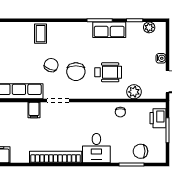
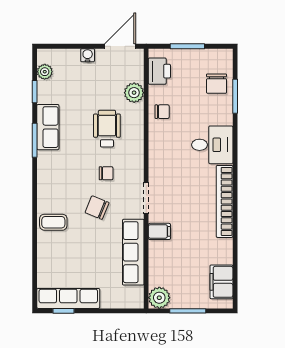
chair: (76, 72) -> (106, 173), width x0.54, depth x0.54
printer: (158, 118) -> (159, 71), moved, turned -90

